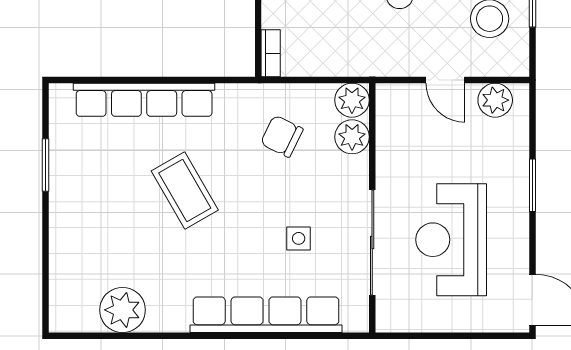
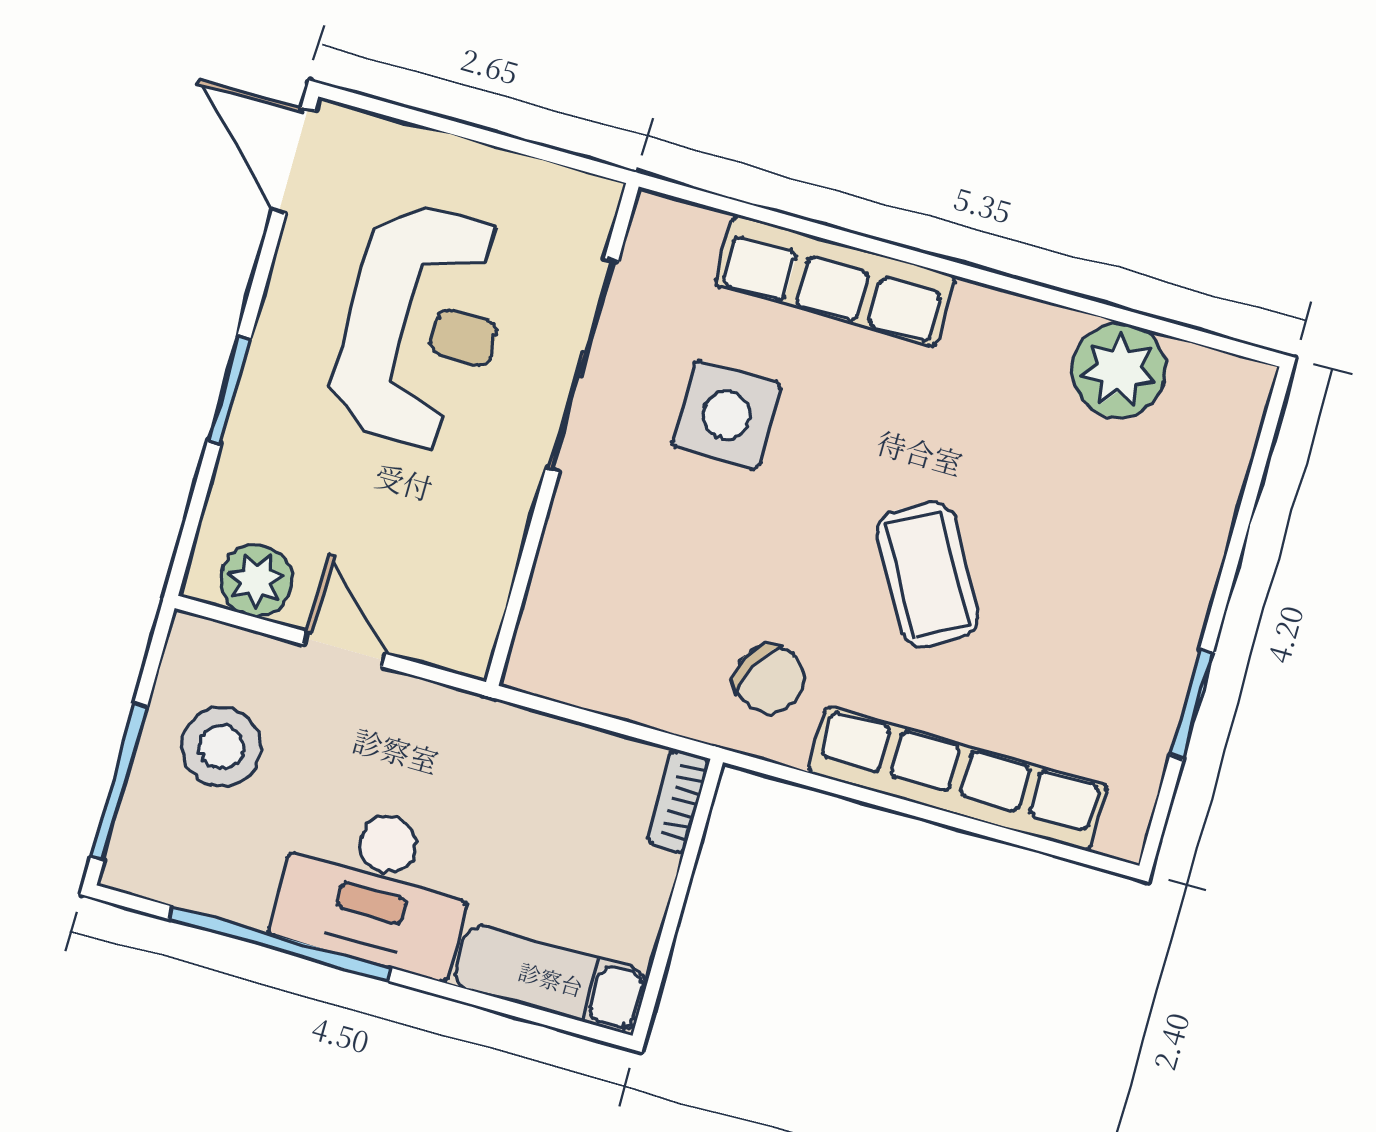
plant: (352, 100) -> (542, 661), removed
chair: (282, 136) -> (769, 679), moved
plant: (352, 137) -> (563, 588), removed
side table: (299, 238) -> (727, 415), width x1.87, depth x1.87
row of seats: (266, 315) -> (835, 280), width x0.73

